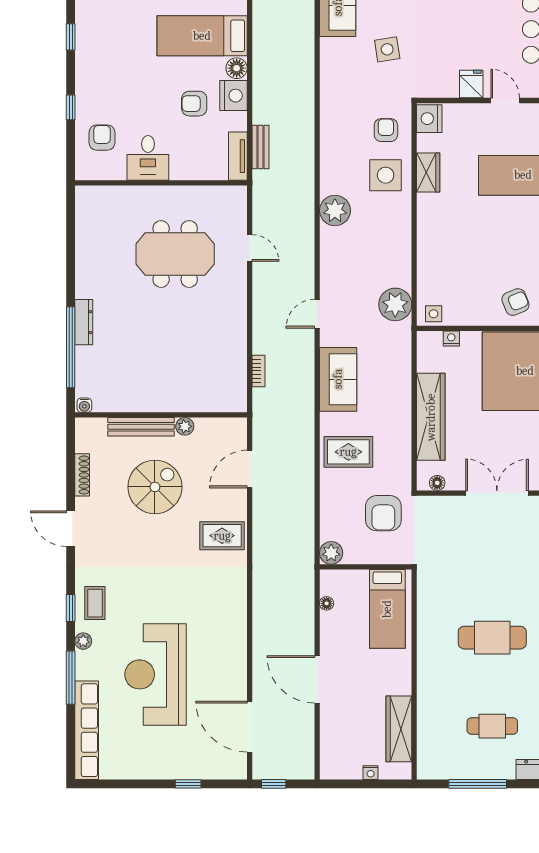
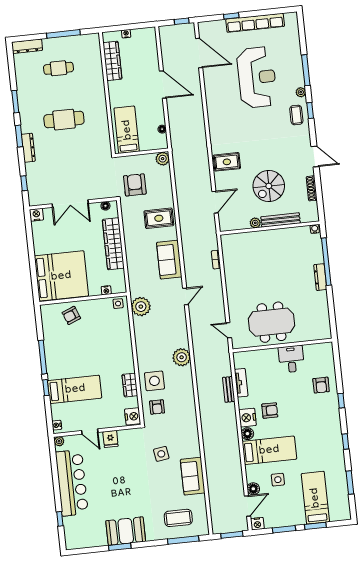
desk: (148, 158) -> (291, 359), moved
wall: (161, 183) -> (282, 345), moved
row of seats: (87, 730) -> (255, 23), moved, turned -90

